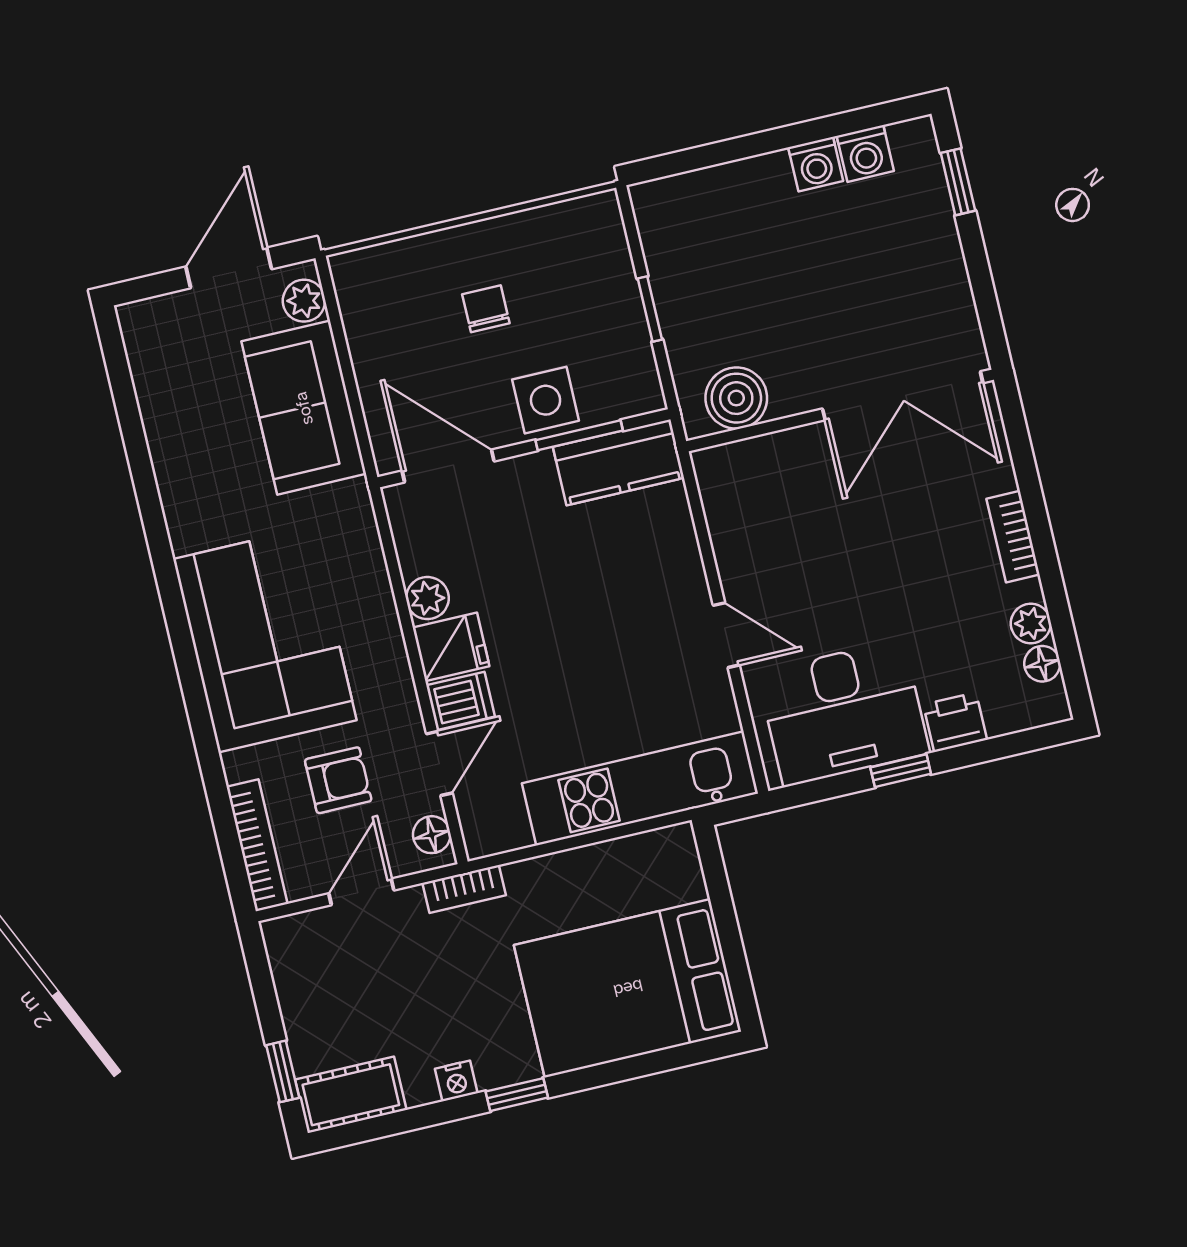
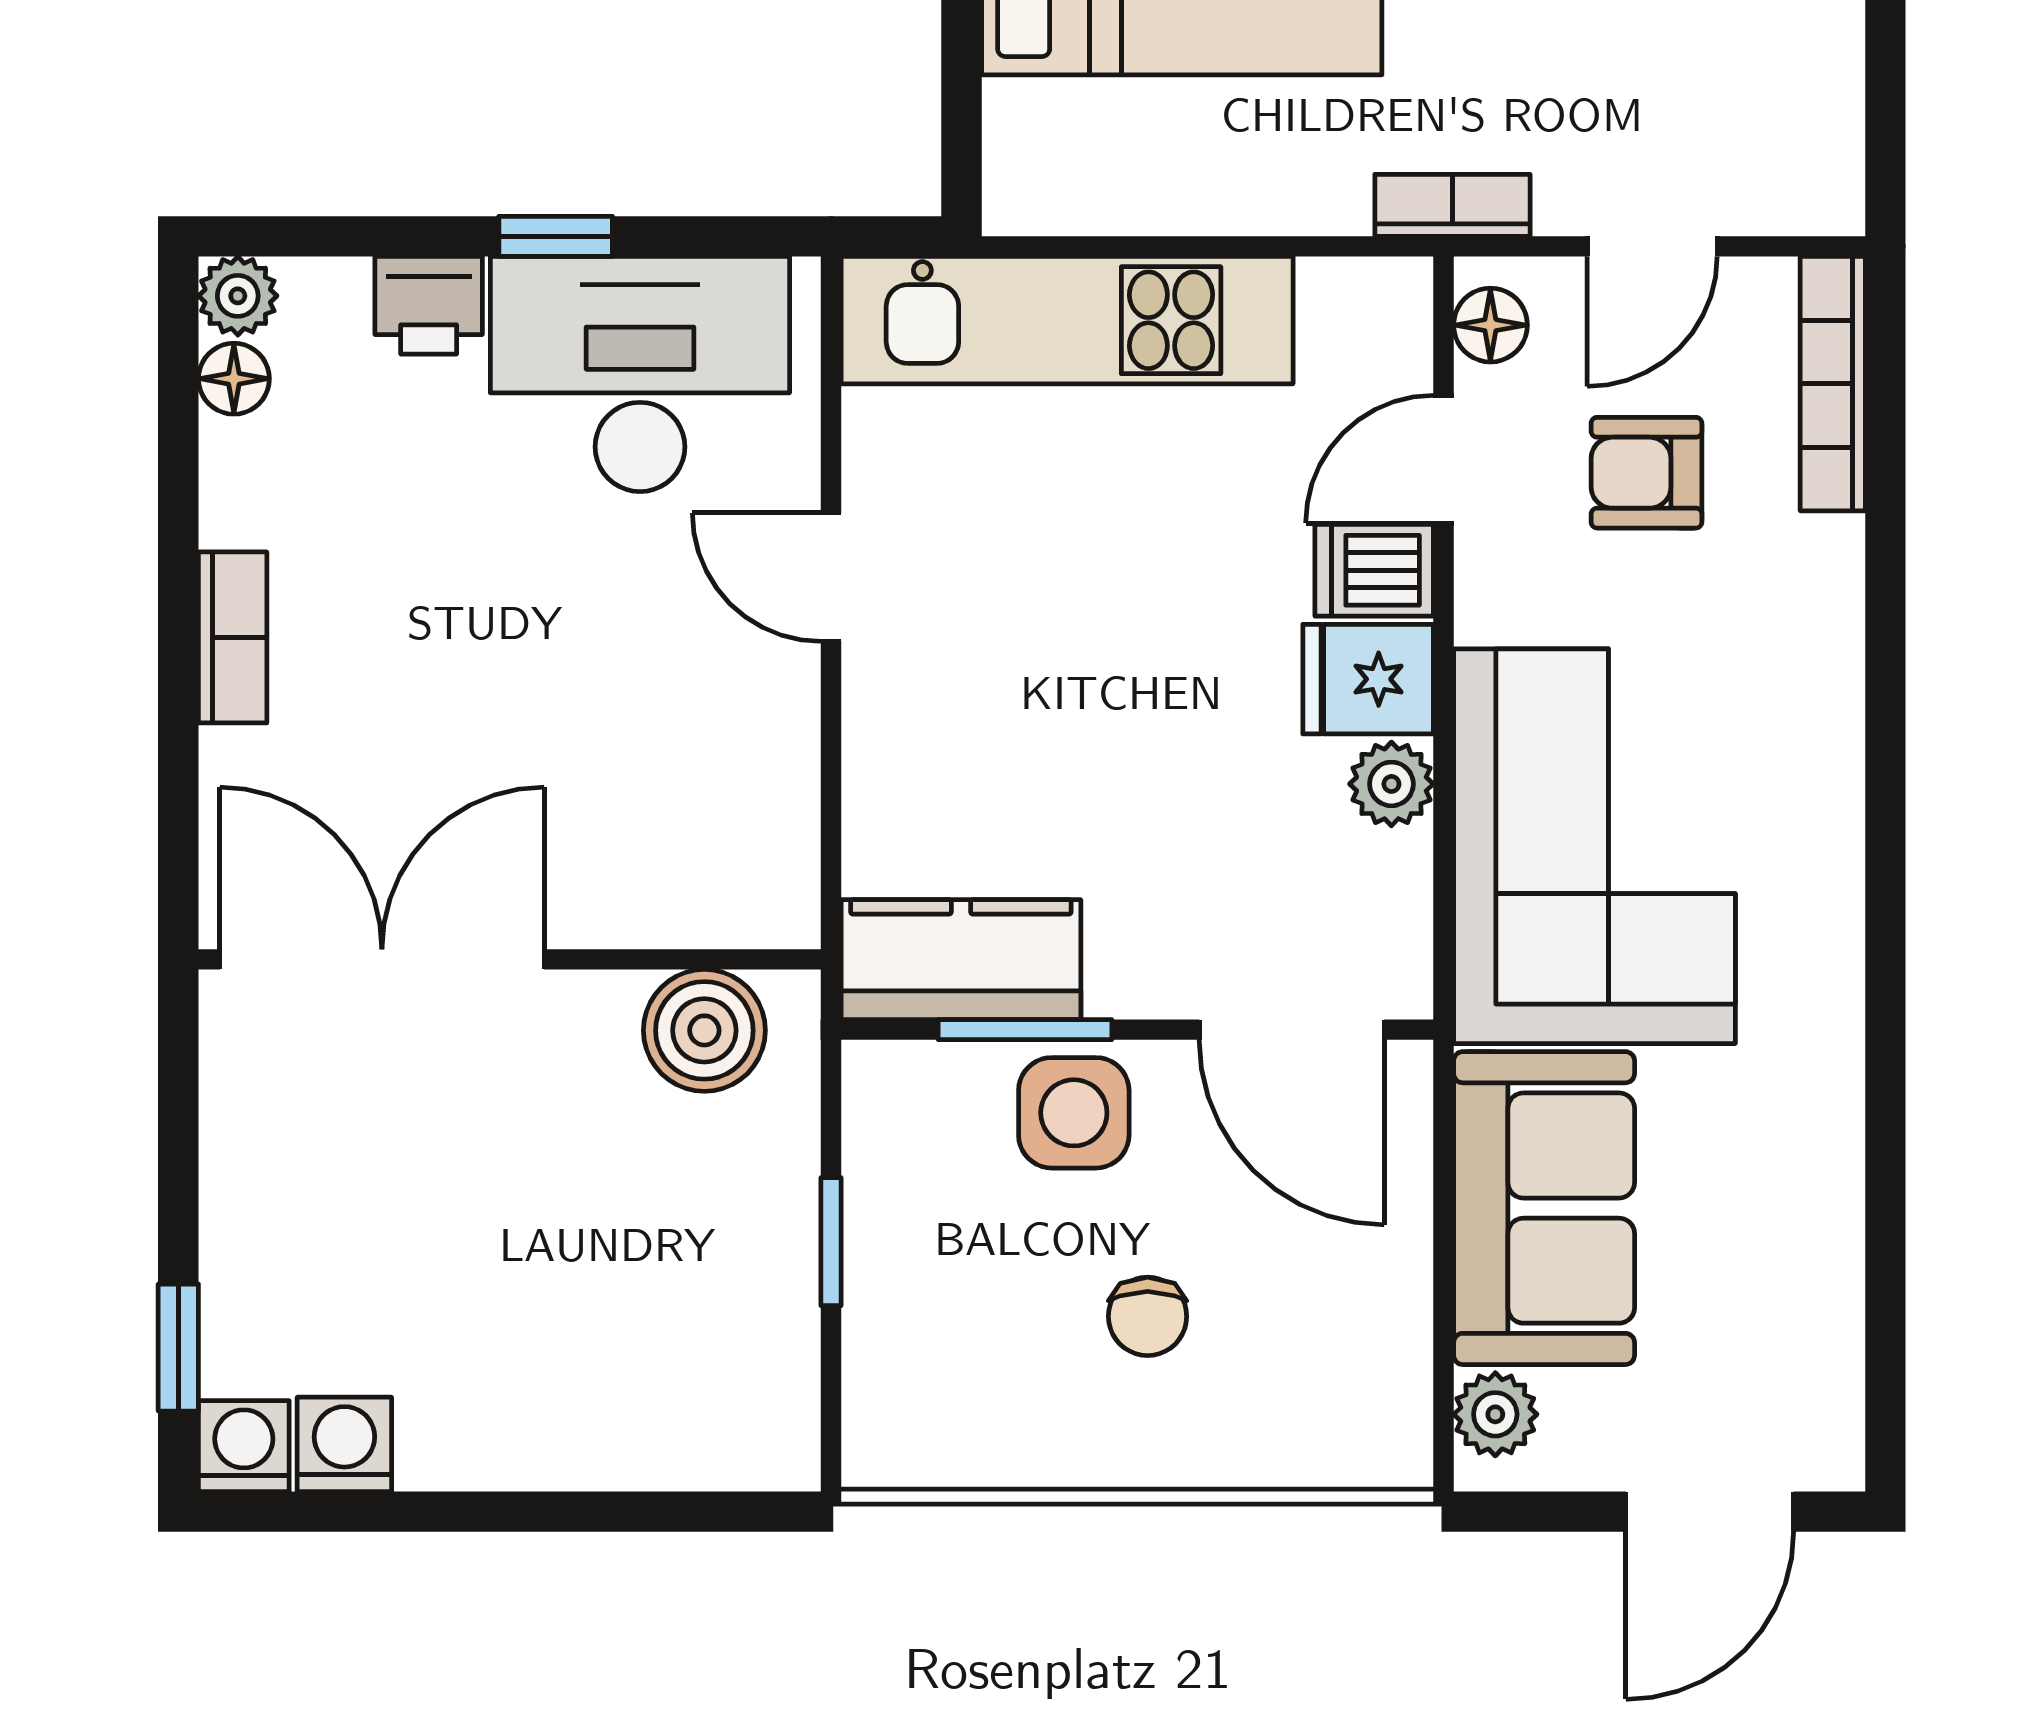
washing machine: (816, 164) -> (244, 1446), moved
door: (229, 268) -> (1710, 1512), moved
plant: (1031, 623) -> (238, 296), moved
corner sofa: (265, 640) -> (1594, 846), moved, turned 180

